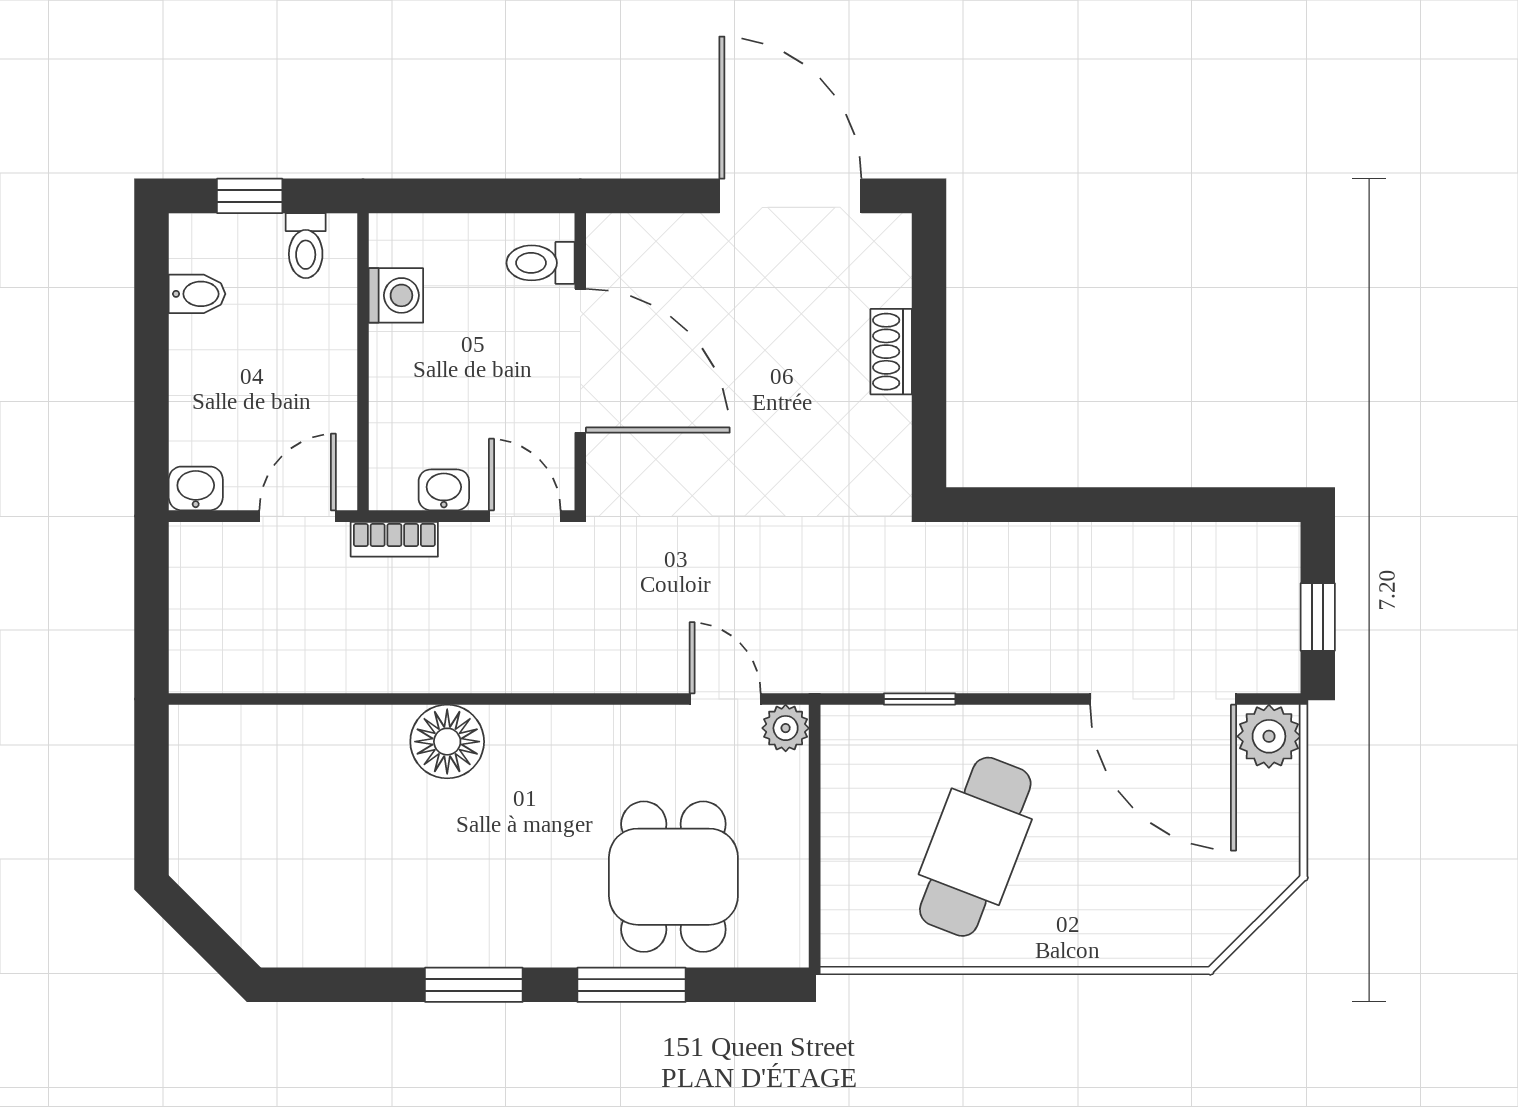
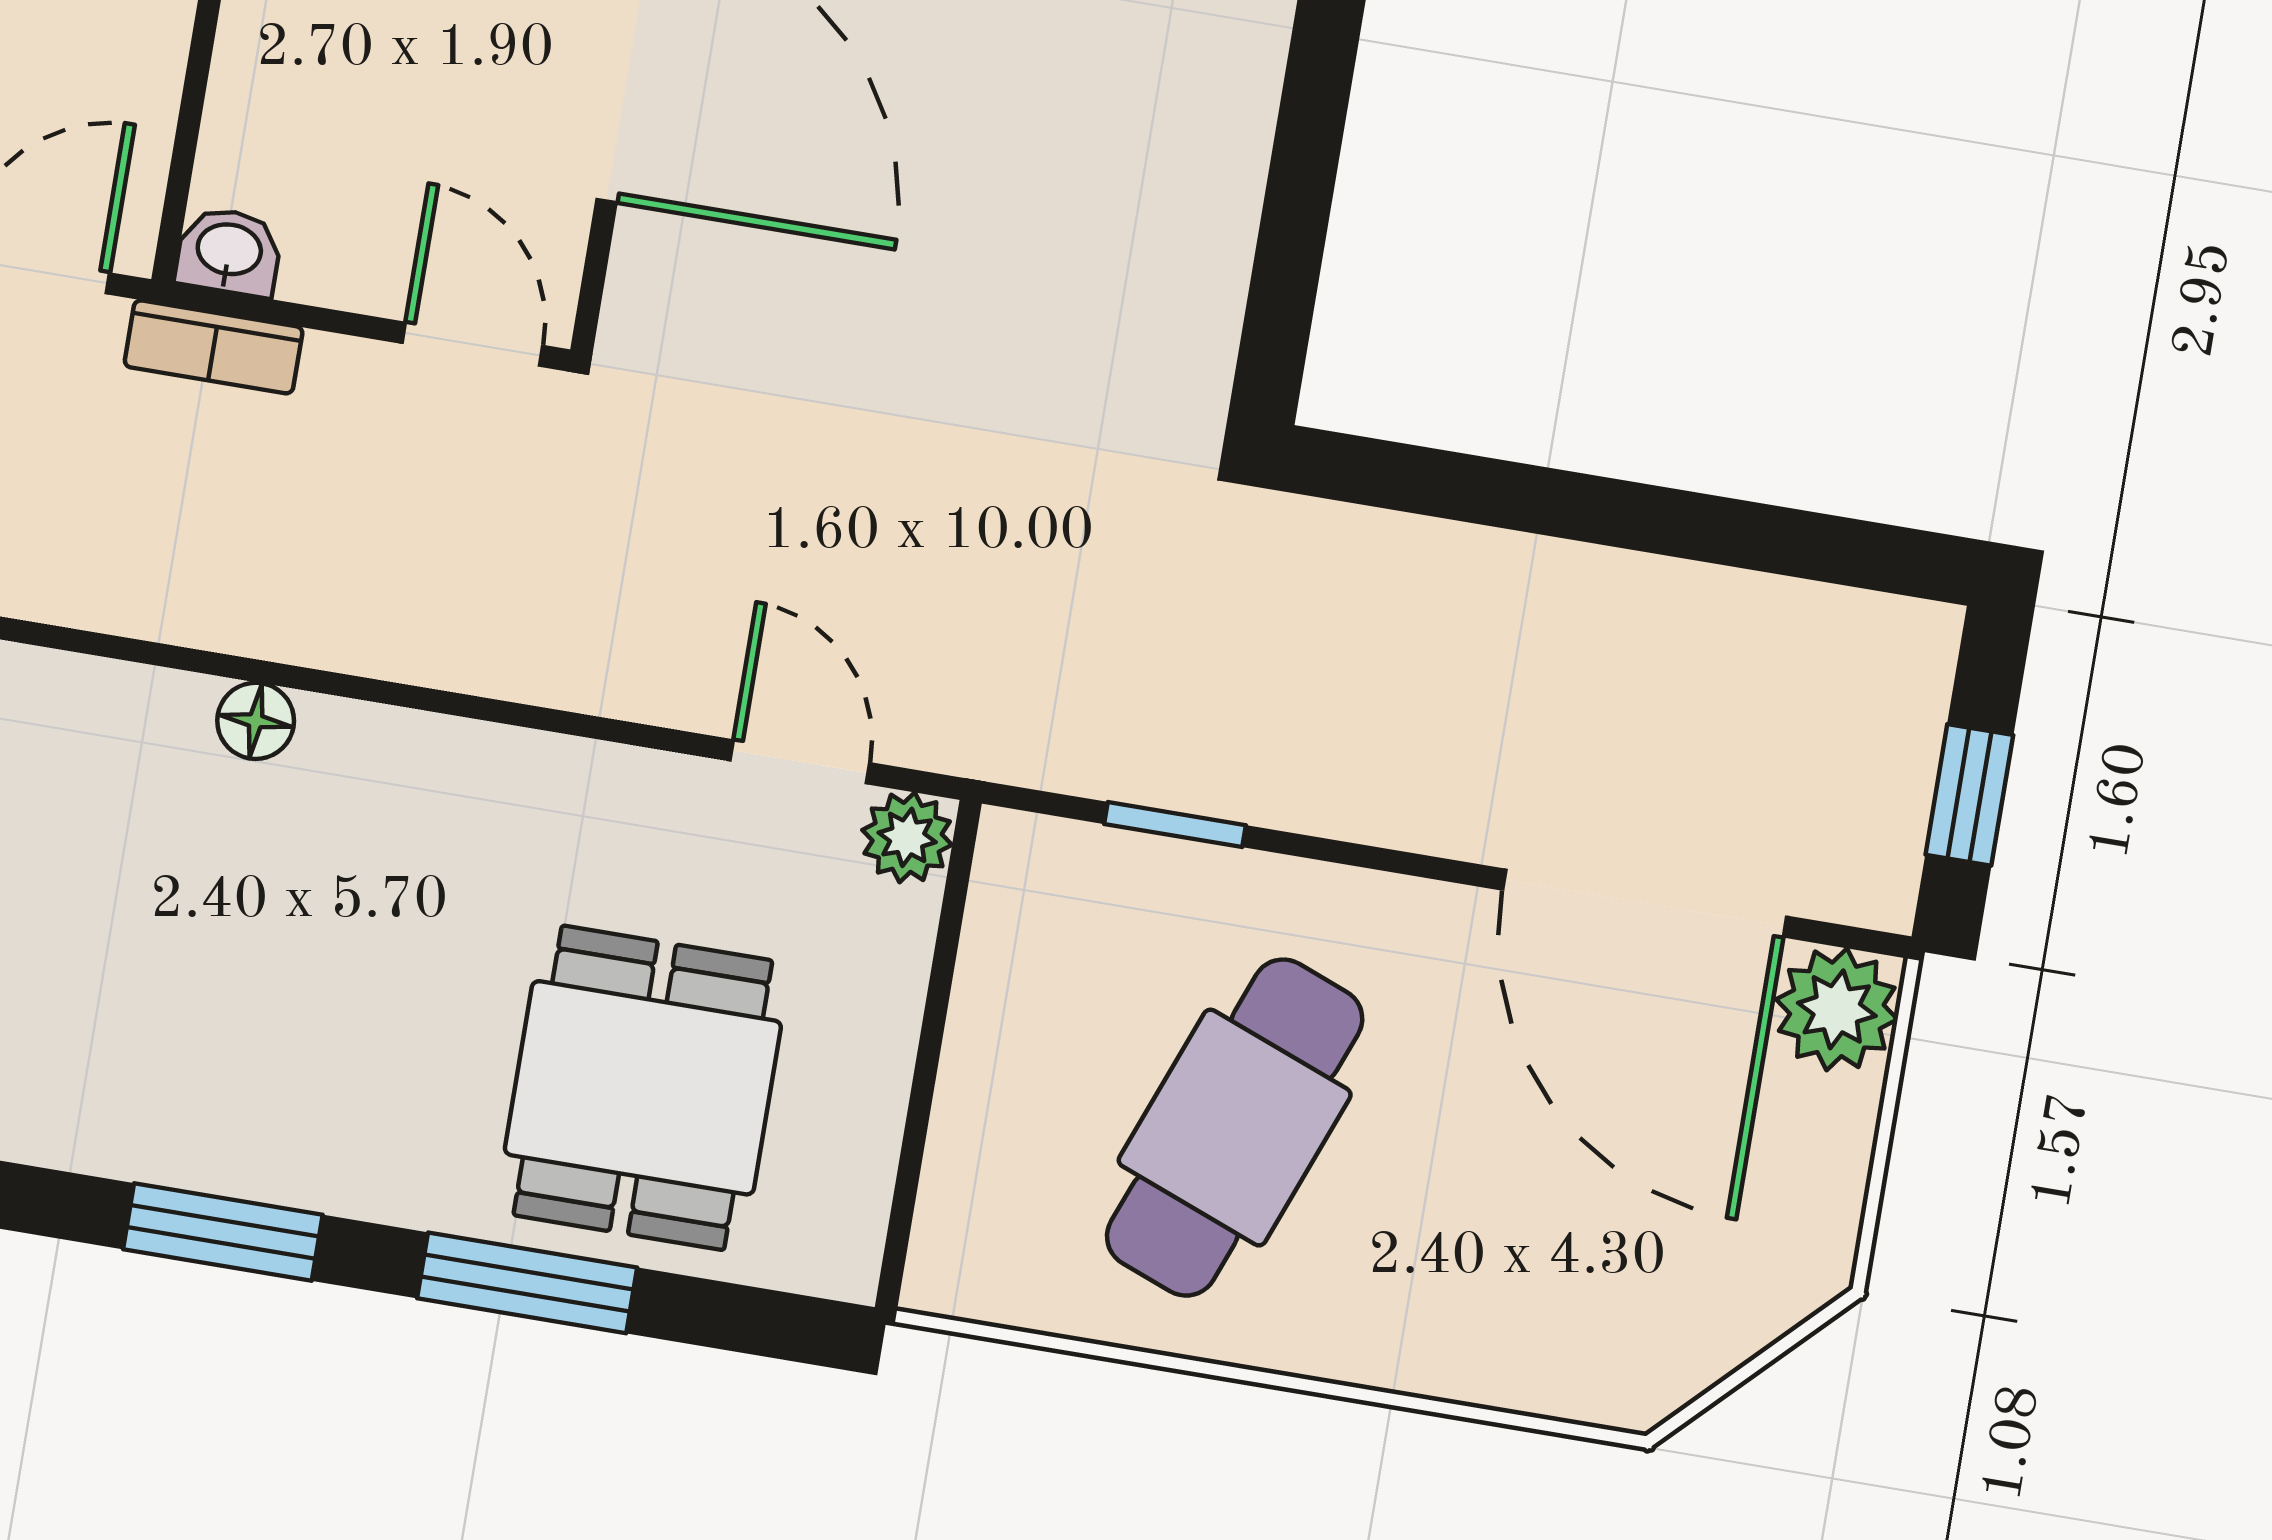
shoe rack: (891, 352) -> (1232, 145), removed
washbasin: (444, 490) -> (229, 252), moved
floor lamp: (447, 742) -> (256, 721), width x0.53, depth x0.53

